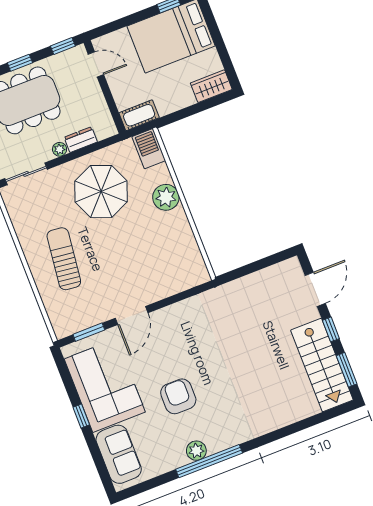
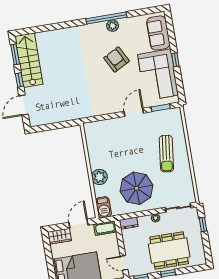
door: (184, 113) -> (78, 224), added
dresser: (81, 140) -> (129, 223), moved
armchair: (178, 396) -> (116, 59), turned 152

